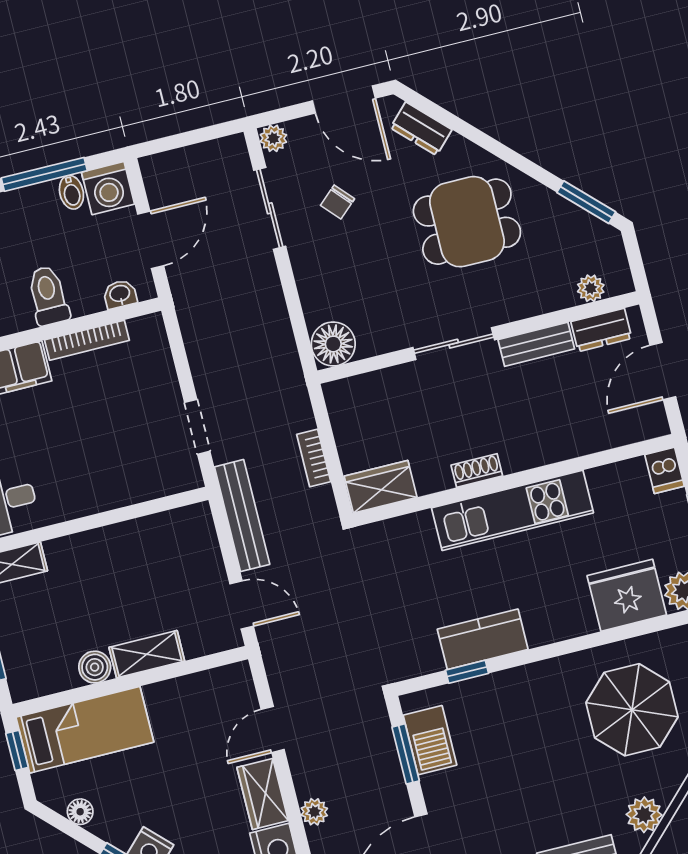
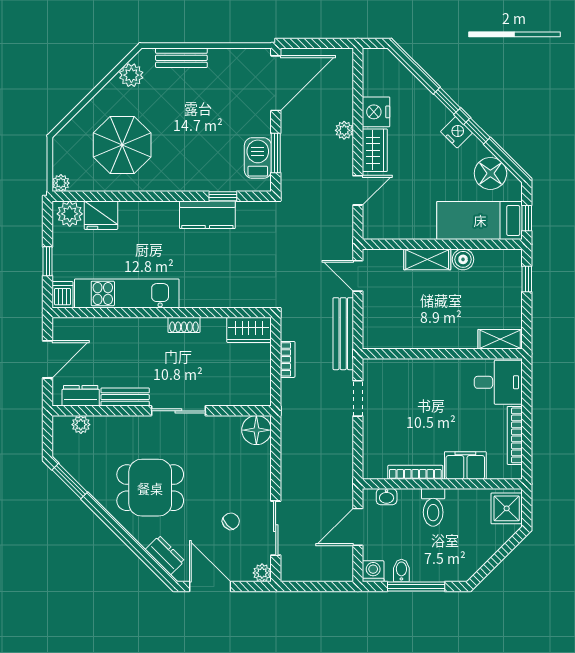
washing machine: (108, 188) -> (373, 571), width x0.73, depth x0.73
kitchen unit: (513, 510) -> (127, 293), moved
fridge: (627, 595) -> (101, 215), width x0.73, depth x0.75
floor lamp: (80, 812) -> (490, 173), width x1.89, depth x1.89

